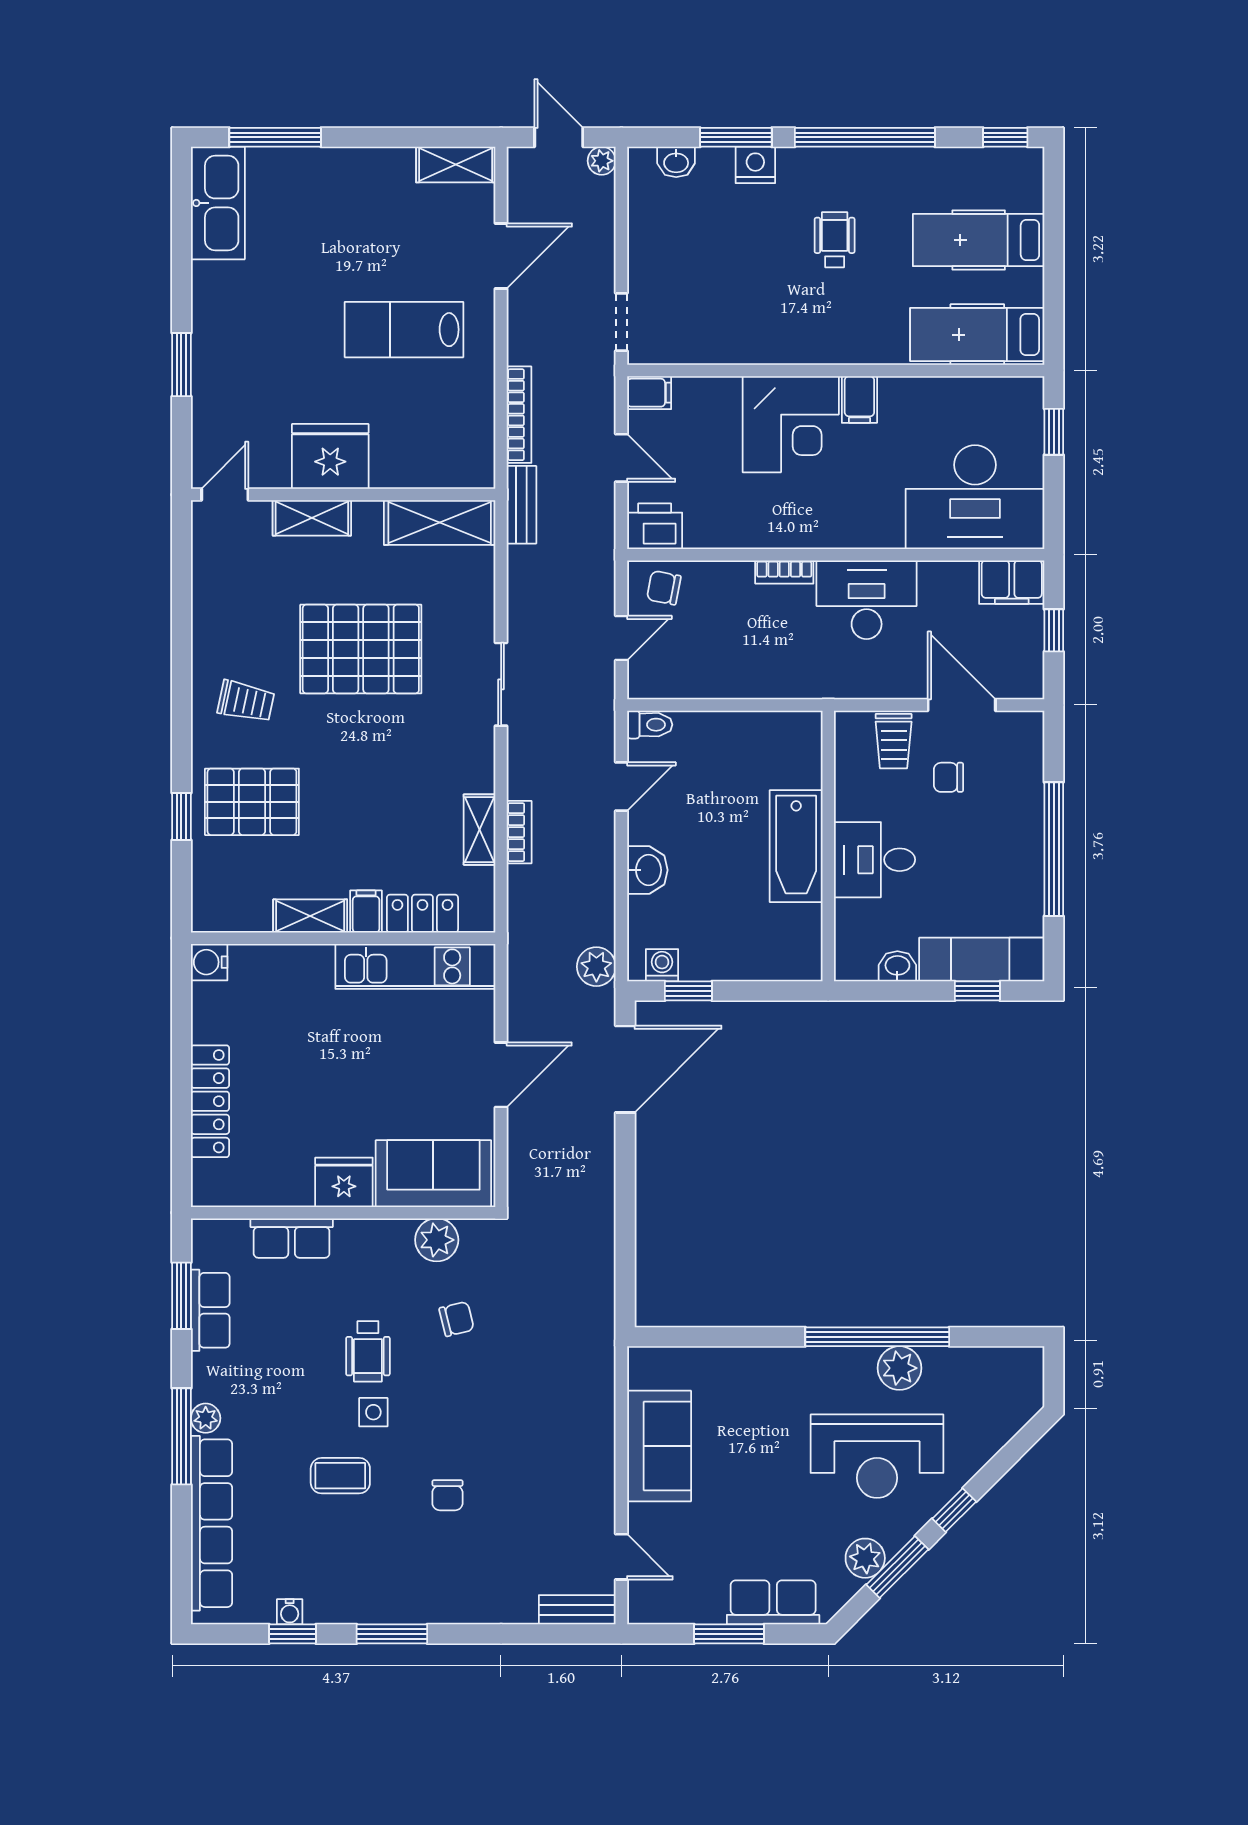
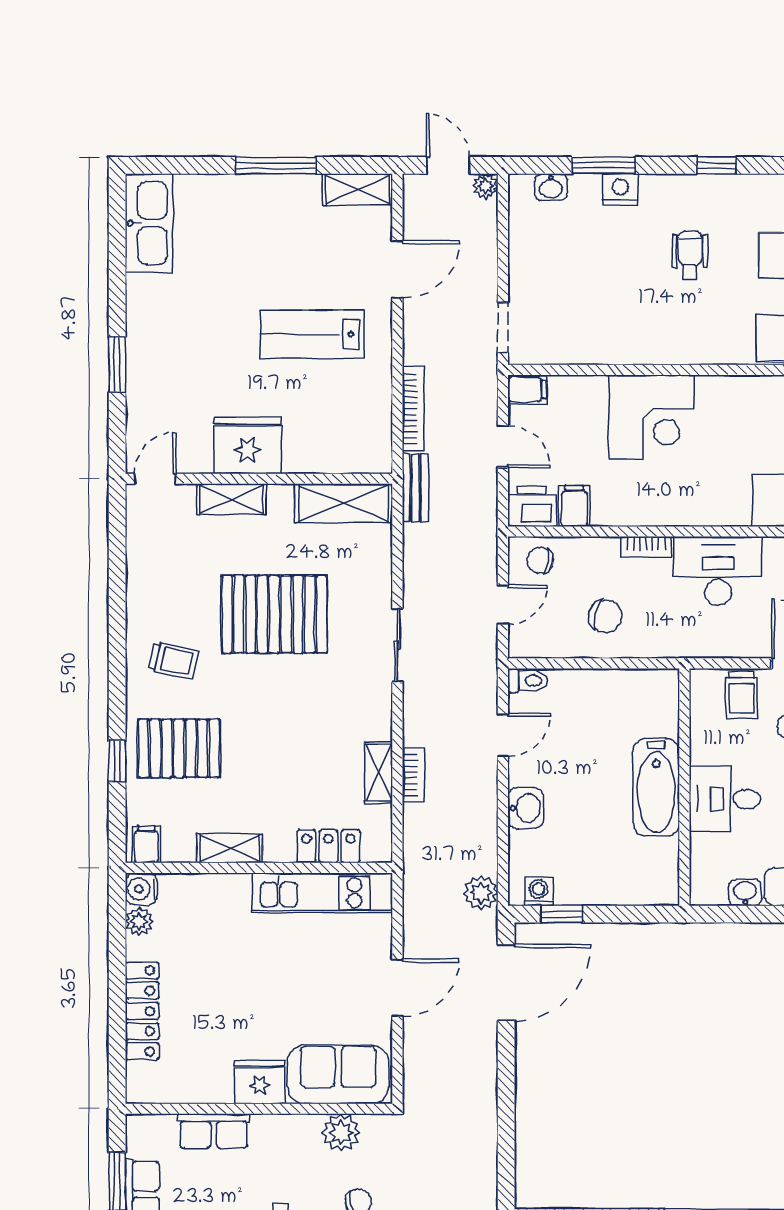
window: (275, 137) -> (276, 165), moved
window: (865, 137) -> (717, 165), width x0.32
filing cabinet: (859, 400) -> (574, 506), moved, turned 180
chair: (738, 651) -> (605, 616), added
filing cabinet: (366, 911) -> (146, 844), moved
plant: (207, 999) -> (139, 922), added

